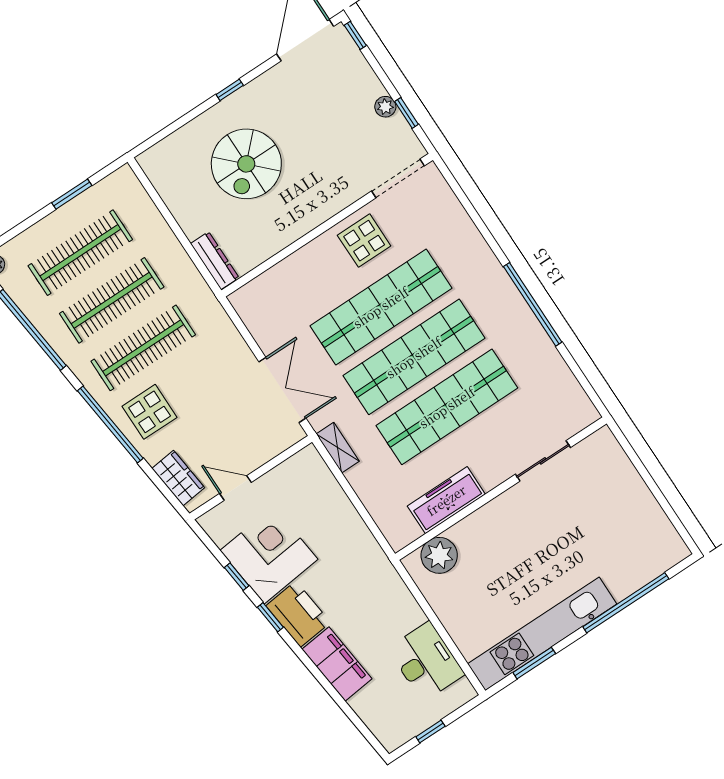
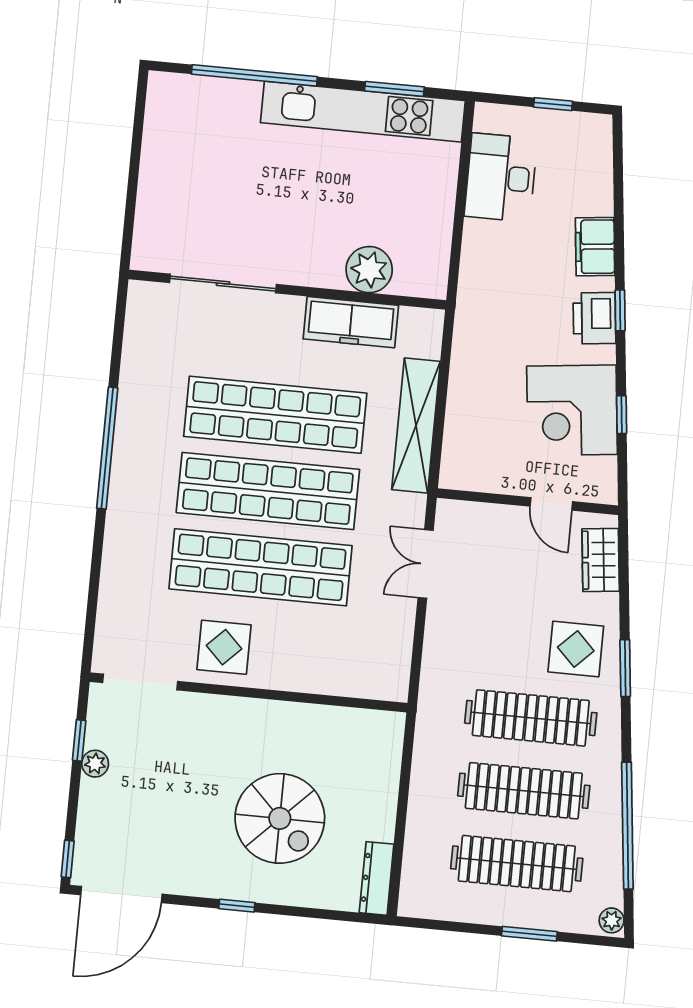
spiral stairs: (246, 164) -> (280, 818), turned 90
window: (72, 194) -> (529, 934), moved
dresser: (215, 261) -> (377, 878), moved
double door: (282, 390) -> (426, 564), width x0.73
window: (110, 424) -> (625, 668), width x0.47
shelving: (338, 448) -> (416, 426), width x2.20, depth x1.33
sliding door: (543, 461) -> (223, 284), width x1.37
plant: (439, 555) -> (369, 270), moved
printer: (298, 614) -> (594, 318), width x0.73, depth x0.84
window: (270, 617) -> (620, 310), moved
filing cabinet: (337, 664) -> (595, 247), width x0.67, depth x0.86

